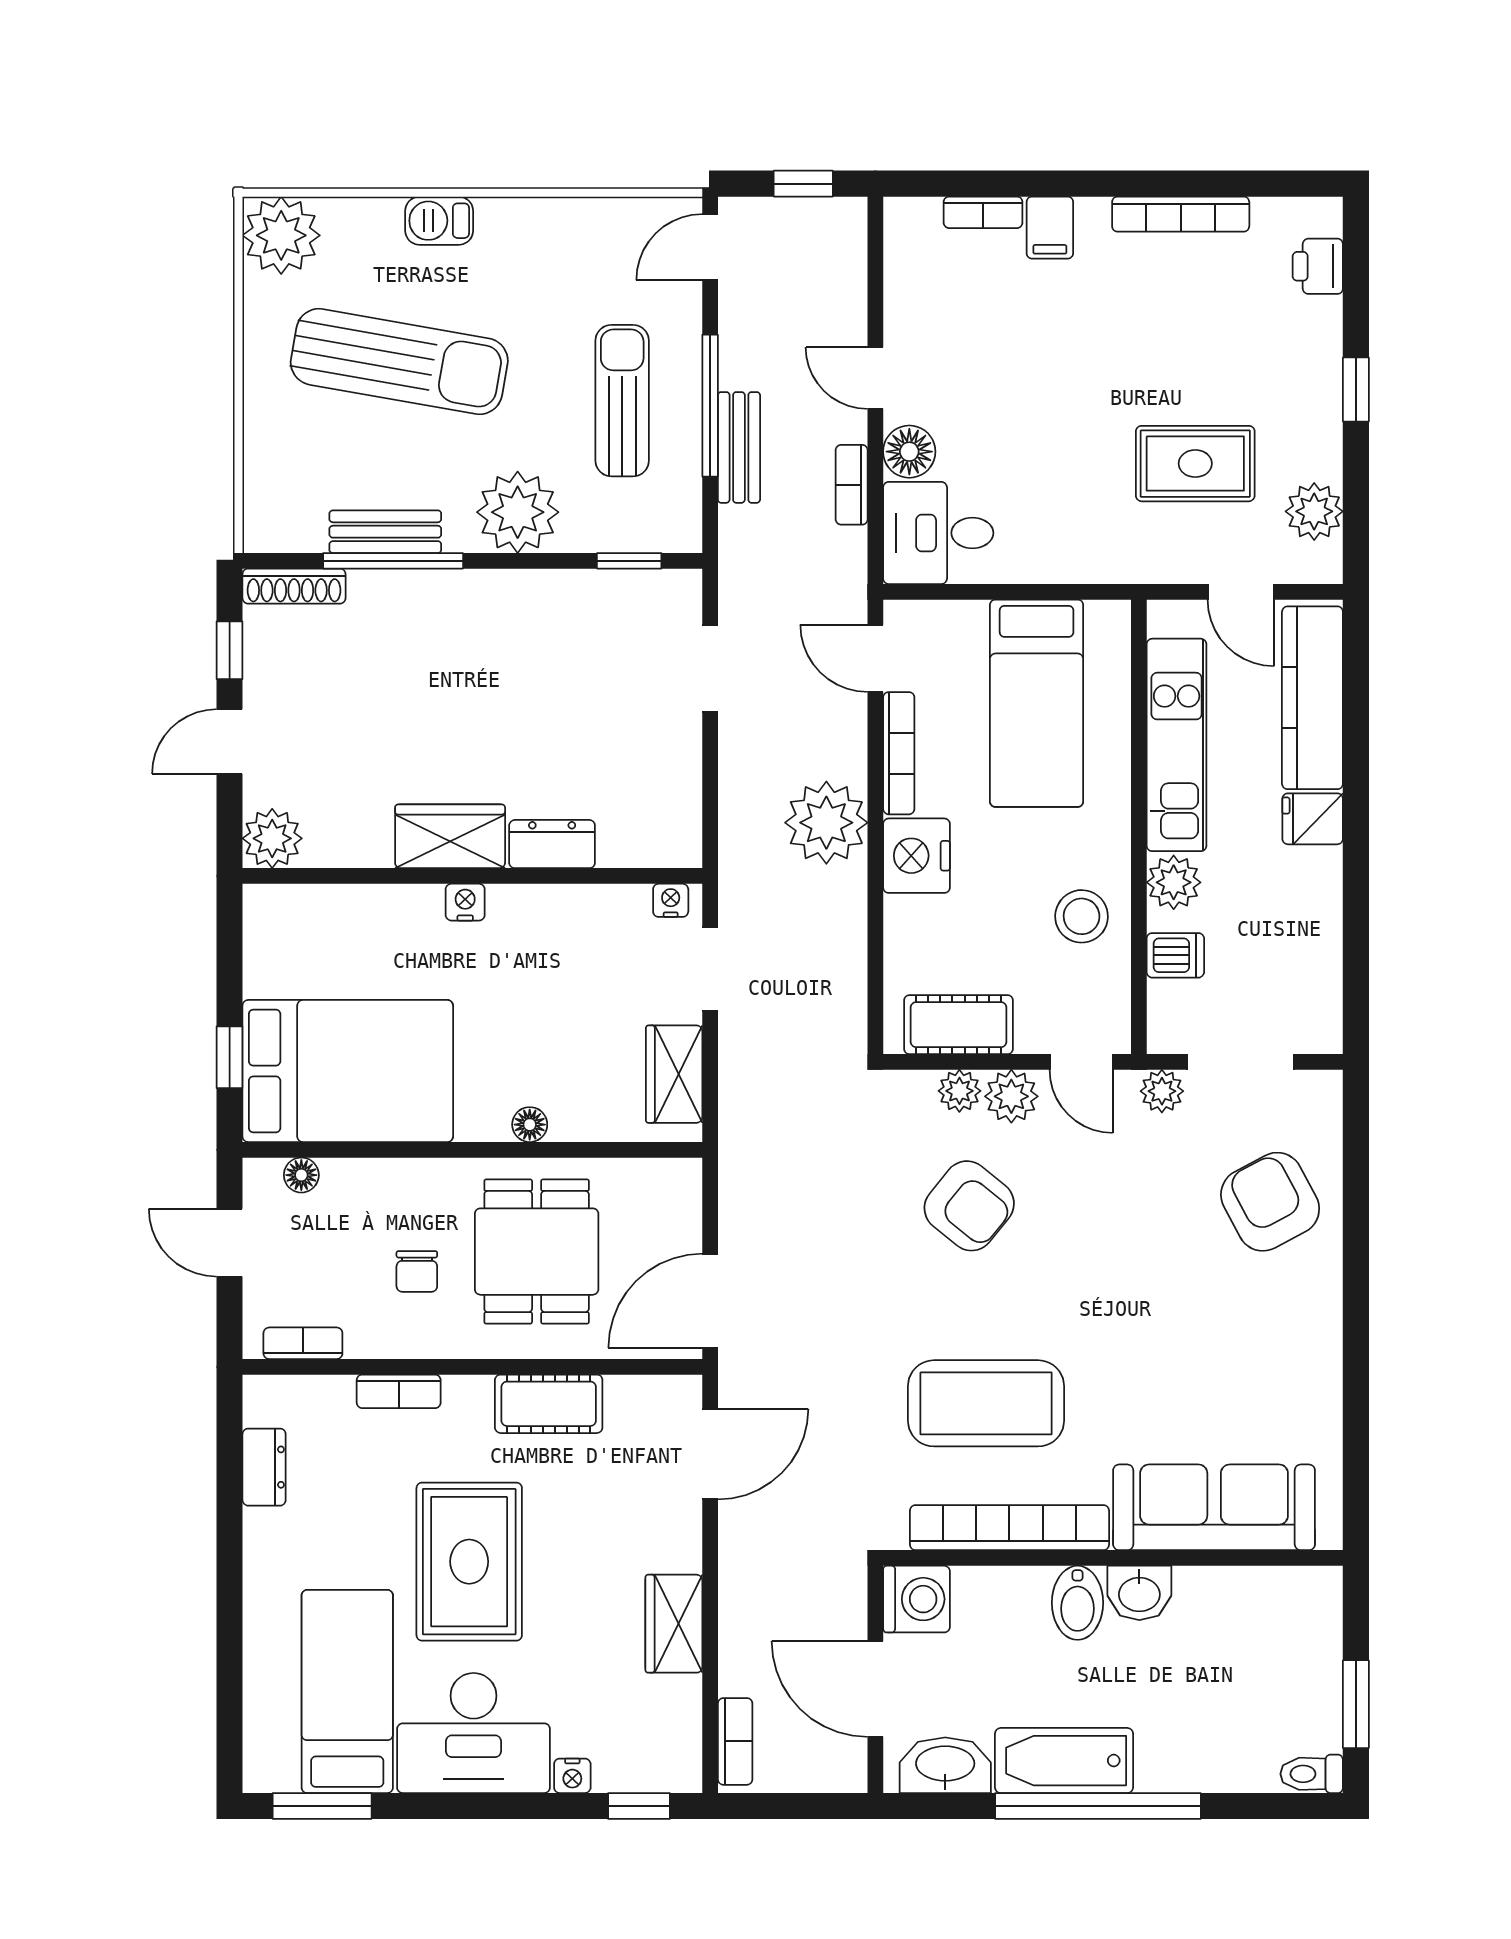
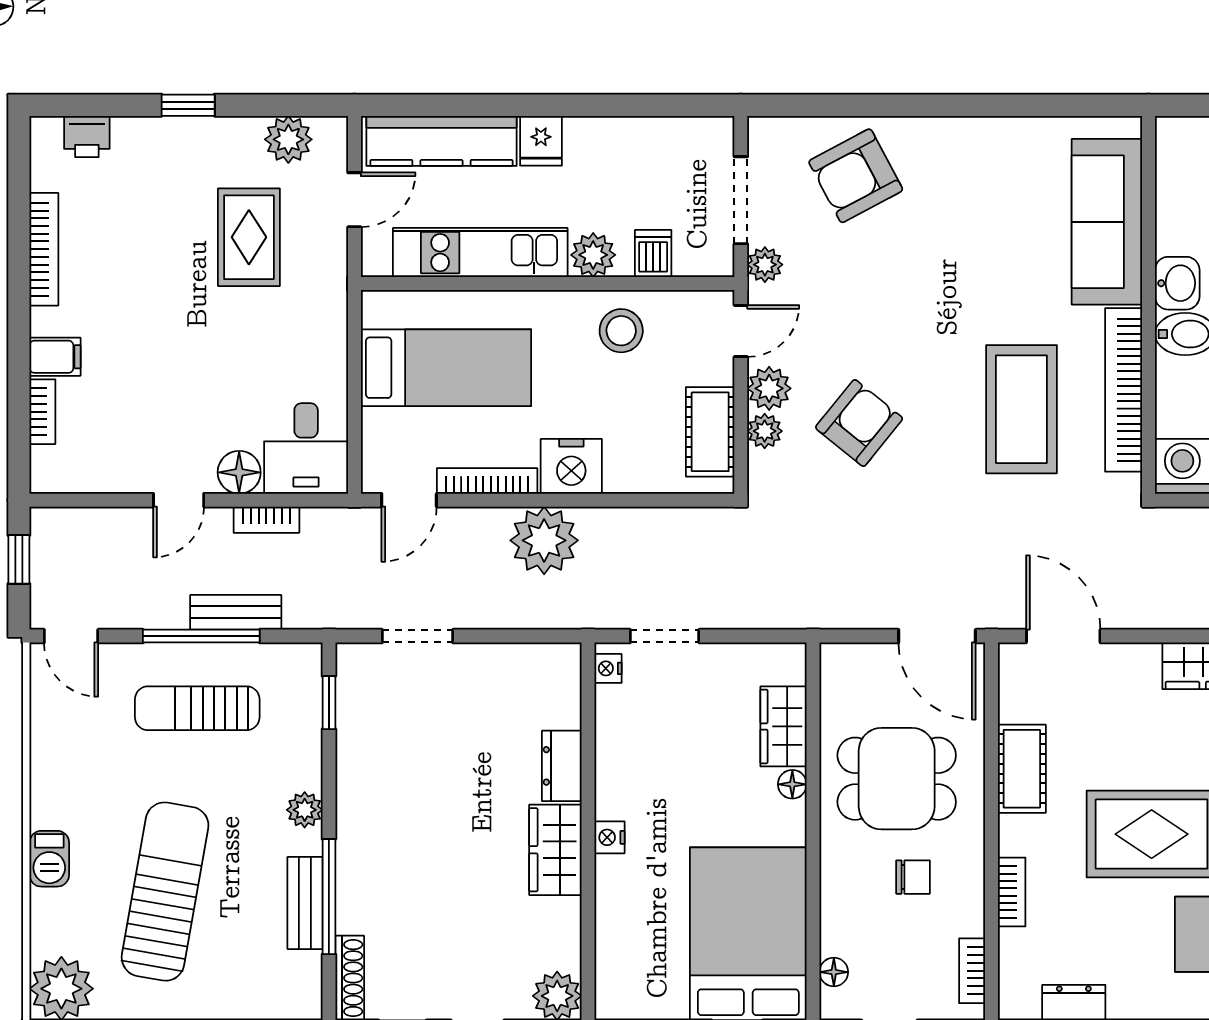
plant: (518, 512) -> (305, 810), width x0.53, depth x0.53
wardrobe: (674, 1074) -> (783, 726), moved, turned 90

